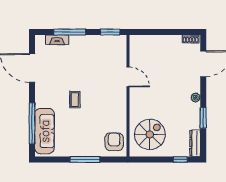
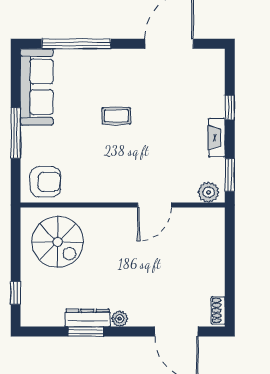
window: (70, 32) -> (230, 107), width x0.46
fireplace: (57, 40) -> (217, 138), moved
plant: (120, 45) -> (208, 192), added
sofa: (45, 131) -> (37, 87), moved, turned -90
dresser: (195, 143) -> (88, 318), moved

